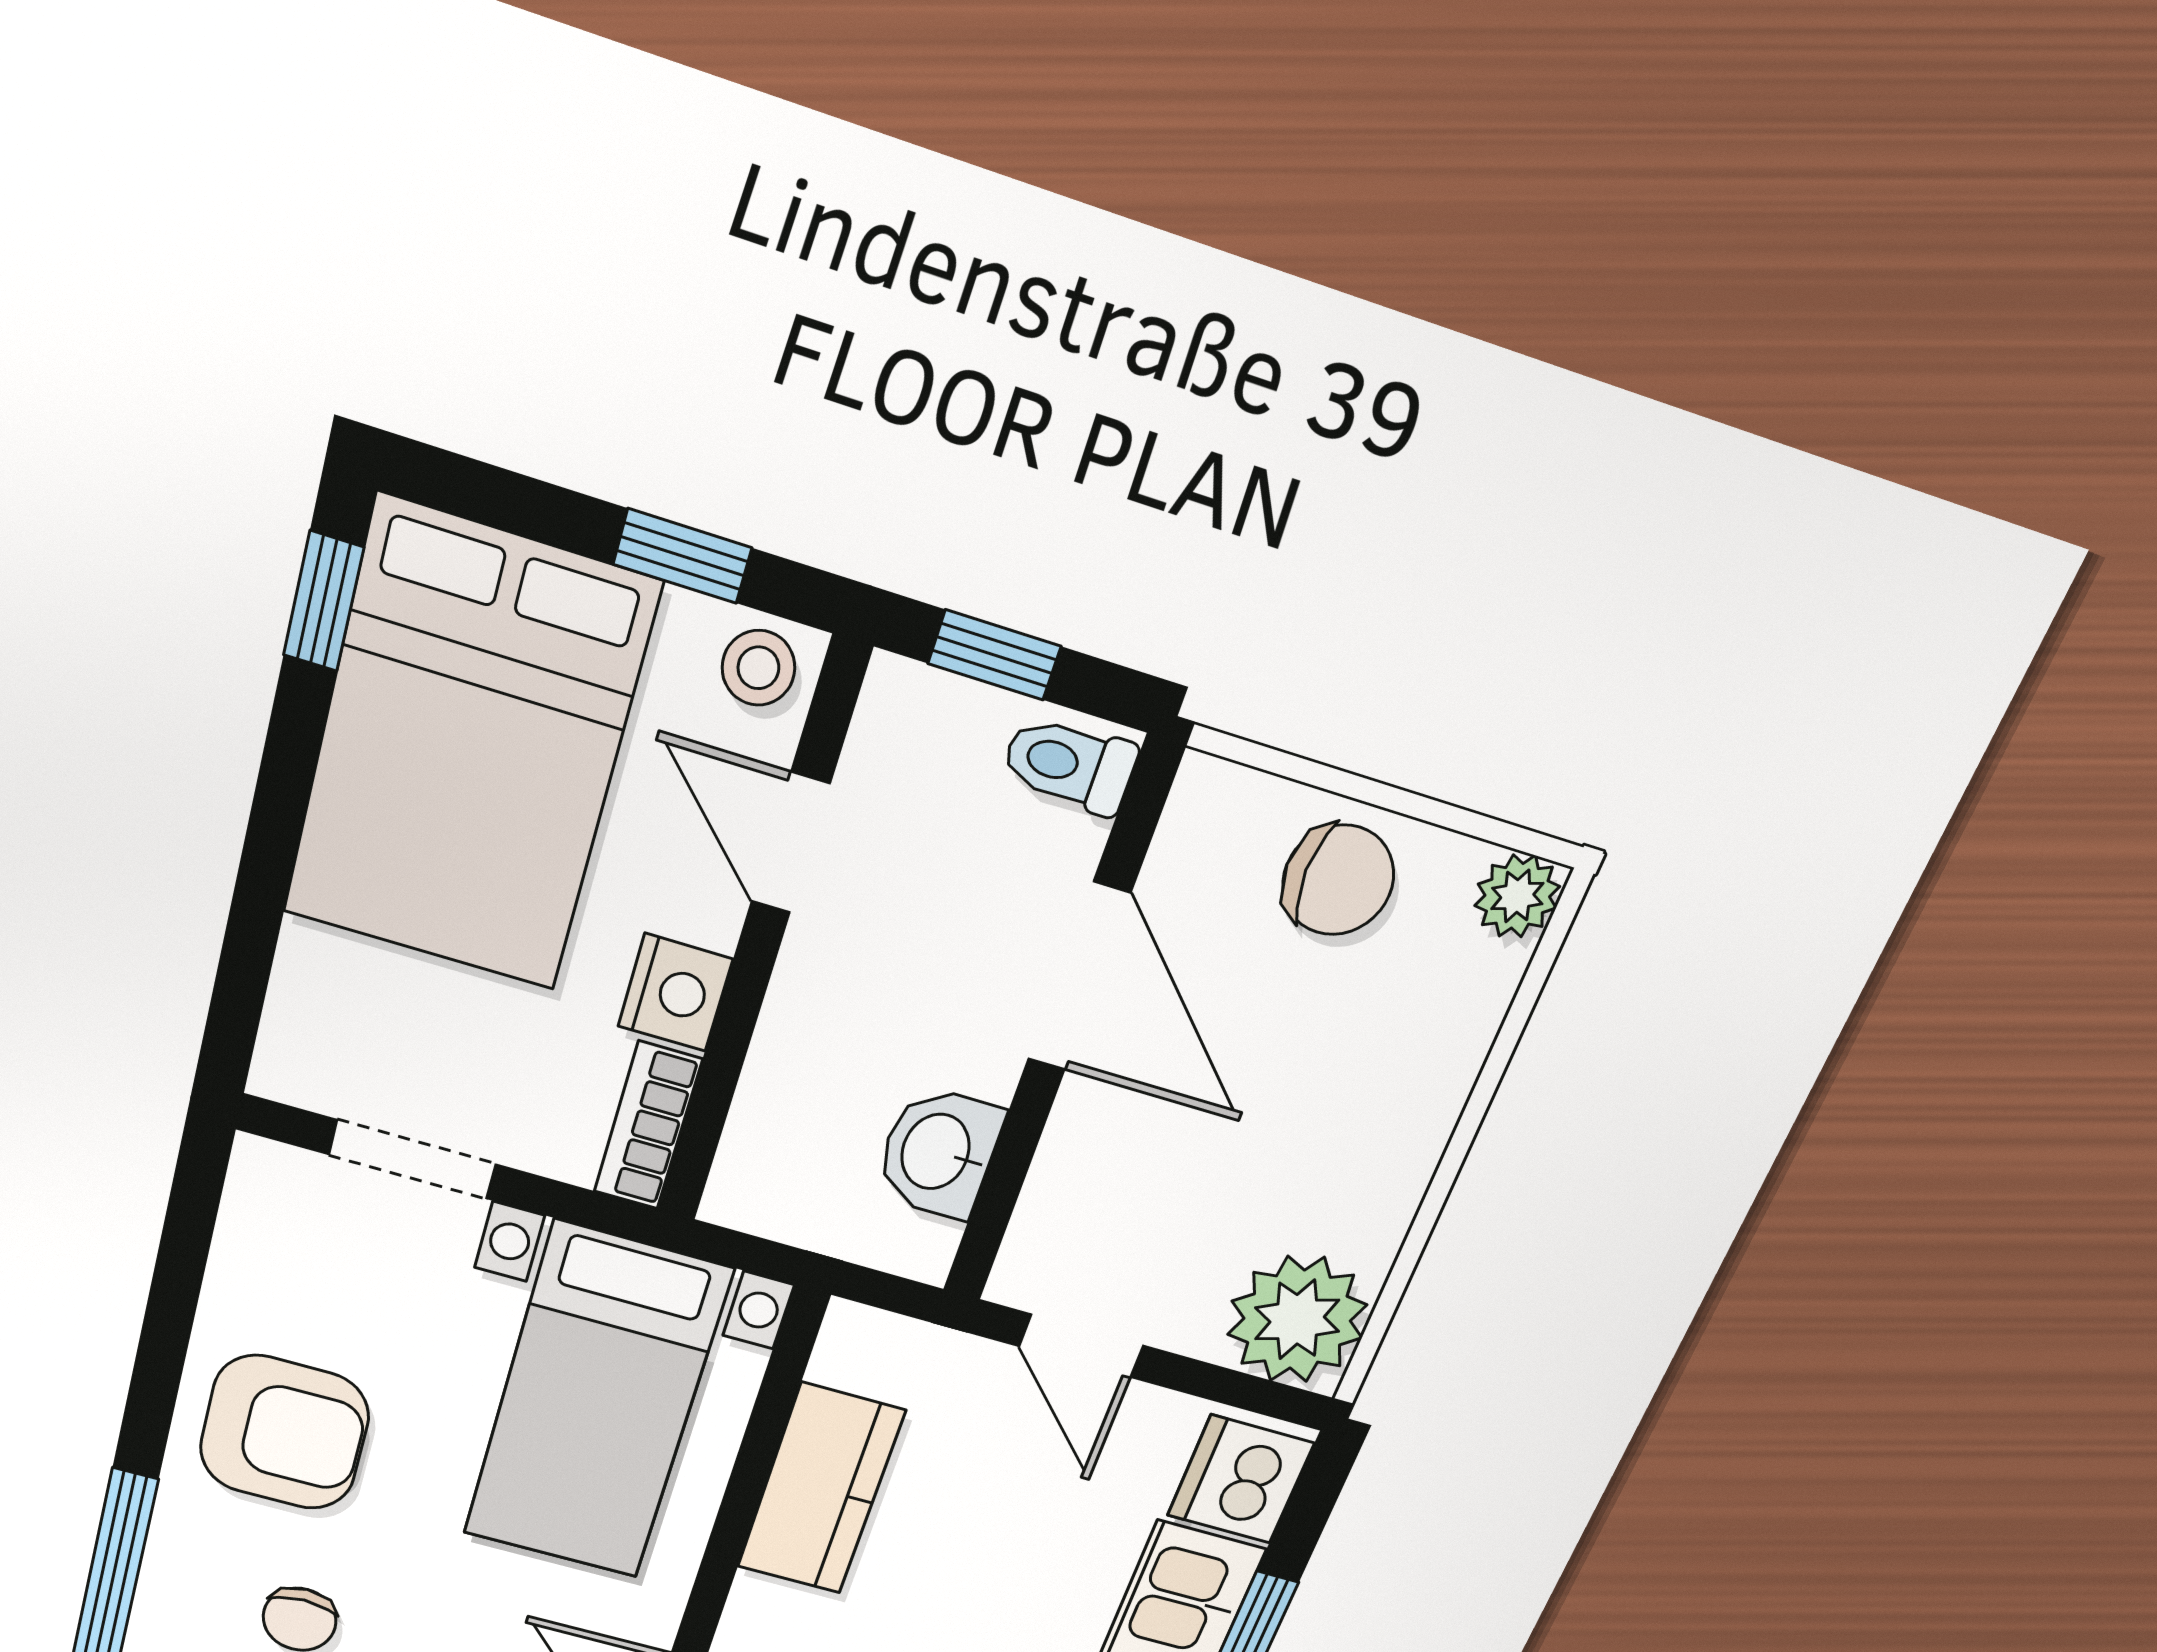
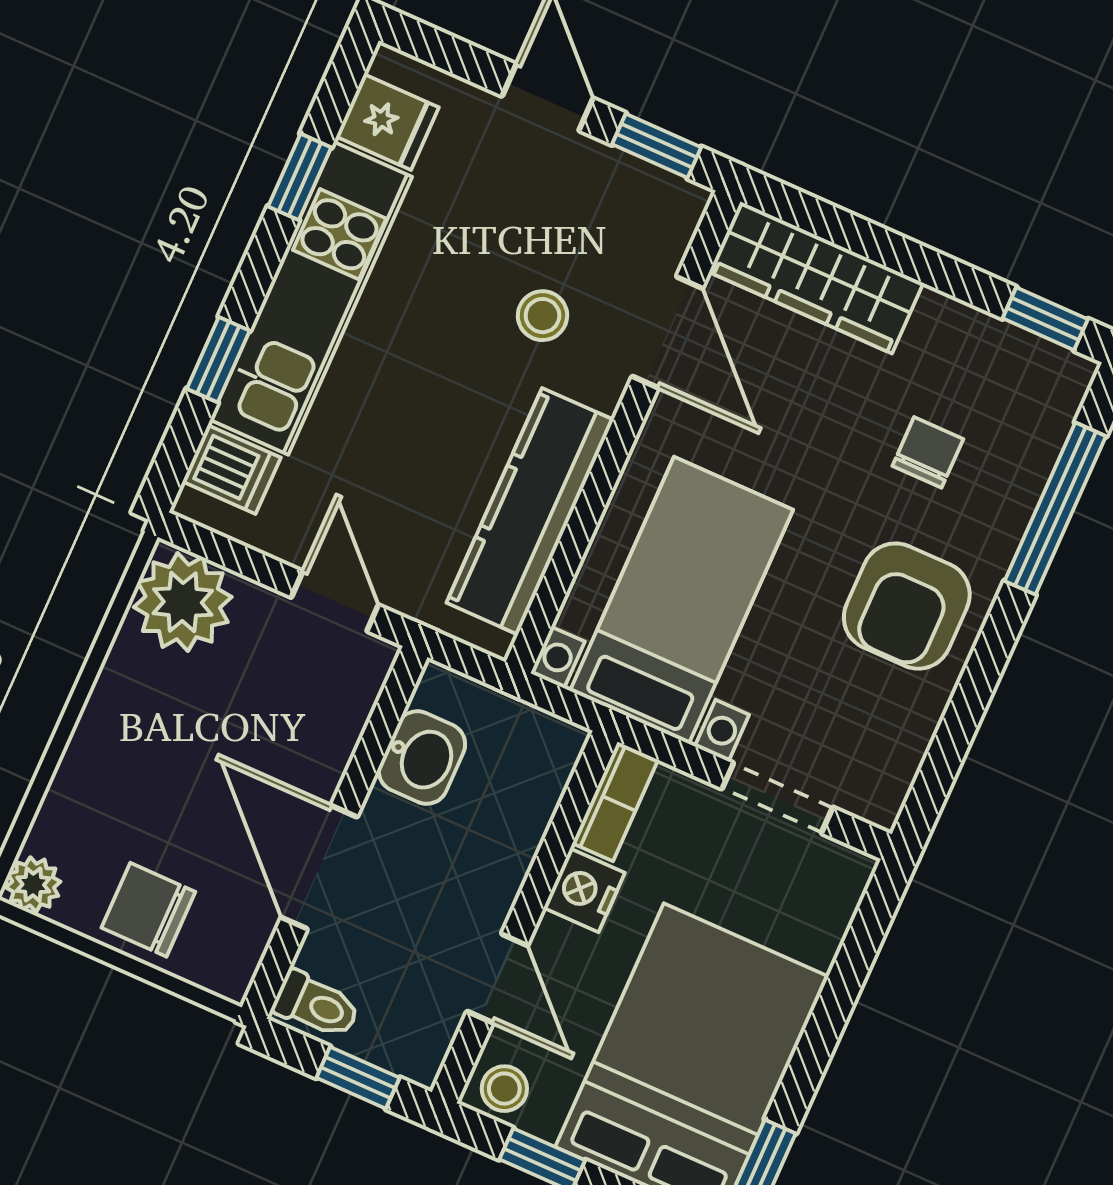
armchair: (284, 1433) -> (907, 606), turned -90
dishwasher: (1241, 1479) -> (232, 470), width x0.73
kitchen counter: (821, 1489) -> (530, 511), width x1.50

